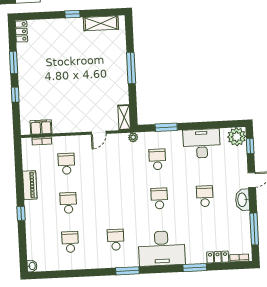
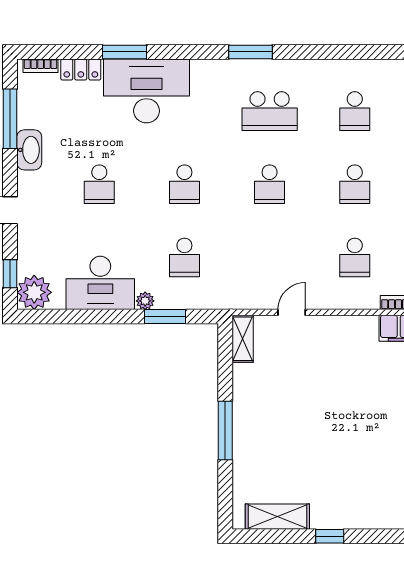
plant: (133, 137) -> (145, 301), moved
washbasin: (242, 200) -> (29, 150), moved
school desk: (114, 201) -> (270, 184), added
school desk: (116, 240) -> (270, 111), width x1.85
desk: (162, 248) -> (146, 91), moved

